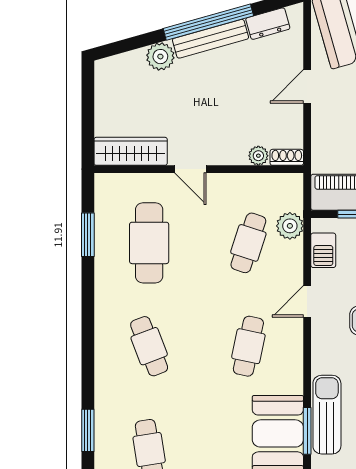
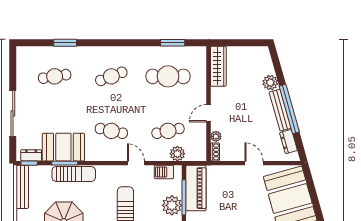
door: (190, 169) -> (208, 113), moved
cafe table: (248, 243) -> (168, 131), turned -30

